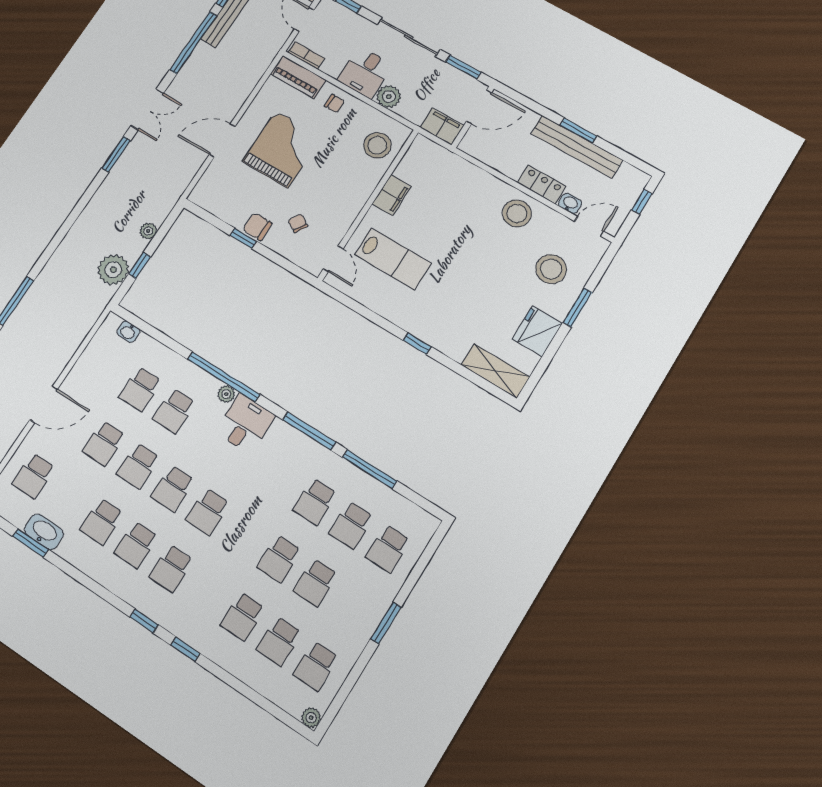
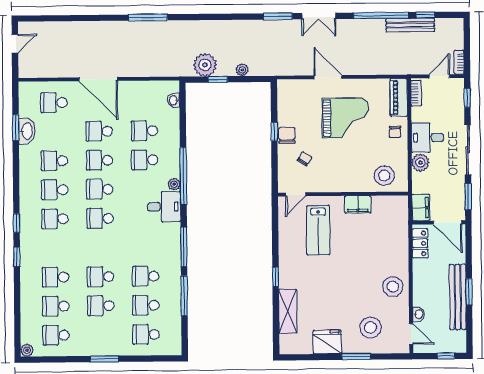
locker: (542, 184) -> (420, 243), moved
shelving: (495, 371) -> (288, 311), moved
door: (44, 404) -> (98, 79), width x1.36

